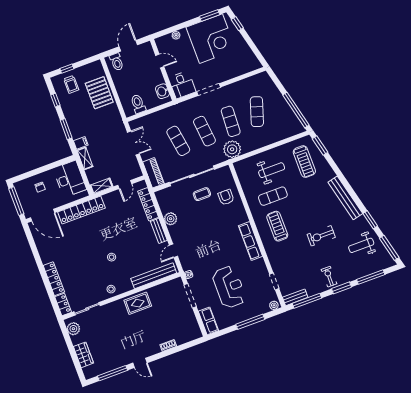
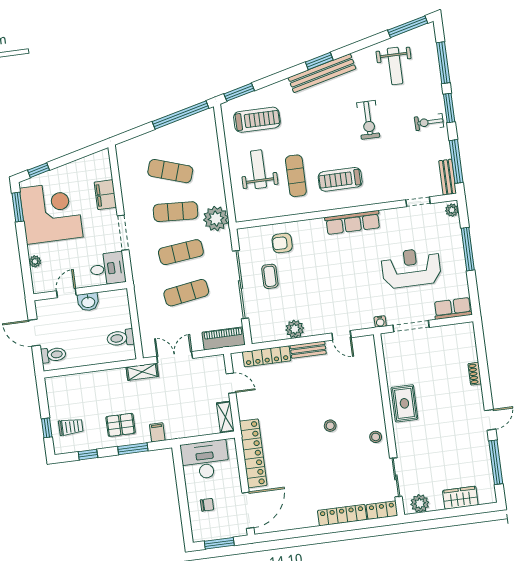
filing cabinet: (231, 72) -> (105, 195), added
washbasin: (162, 91) -> (88, 302), moved
pallet: (99, 93) -> (121, 425), moved, width x0.67, depth x0.71
shelving: (85, 158) -> (142, 372), moved
window: (16, 201) -> (219, 543), width x0.69
window: (370, 220) -> (319, 61), moved
bench: (154, 276) -> (371, 372), removed

